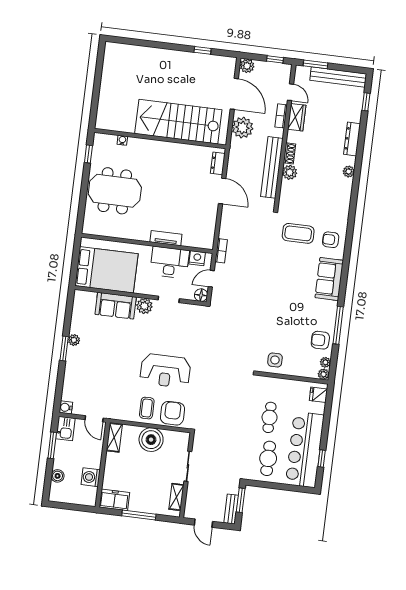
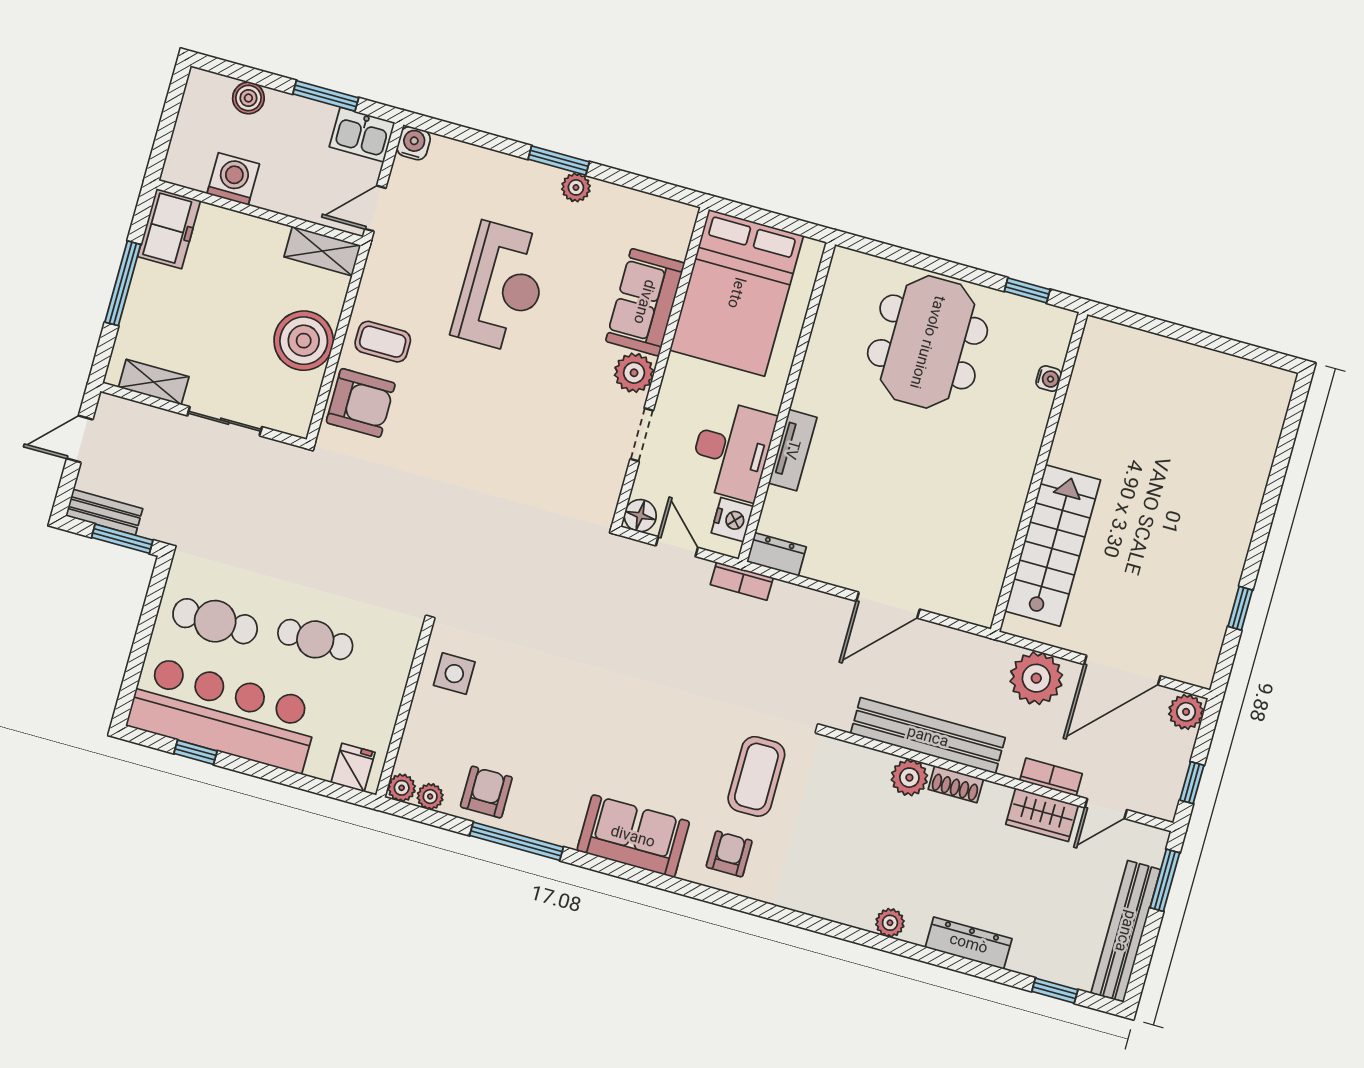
stairs: (178, 122) -> (1053, 546), width x0.73, depth x0.66
dresser: (218, 163) -> (777, 554), moved
reception desk: (165, 371) -> (502, 287), moved, turned 180

